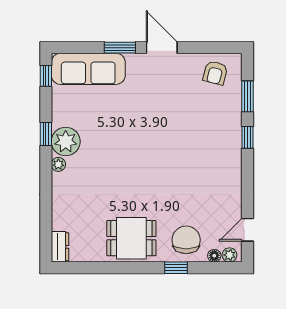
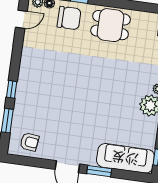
armchair: (215, 73) -> (29, 142), turned 83
chair: (186, 240) -> (69, 18), turned -90

